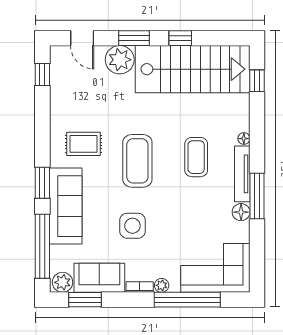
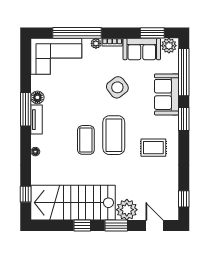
coffee table: (196, 157) -> (86, 140), moved
tv unit: (242, 174) -> (37, 120), width x0.71
sofa: (66, 206) -> (167, 94), width x0.73
side table: (132, 226) -> (117, 87), turned -37

